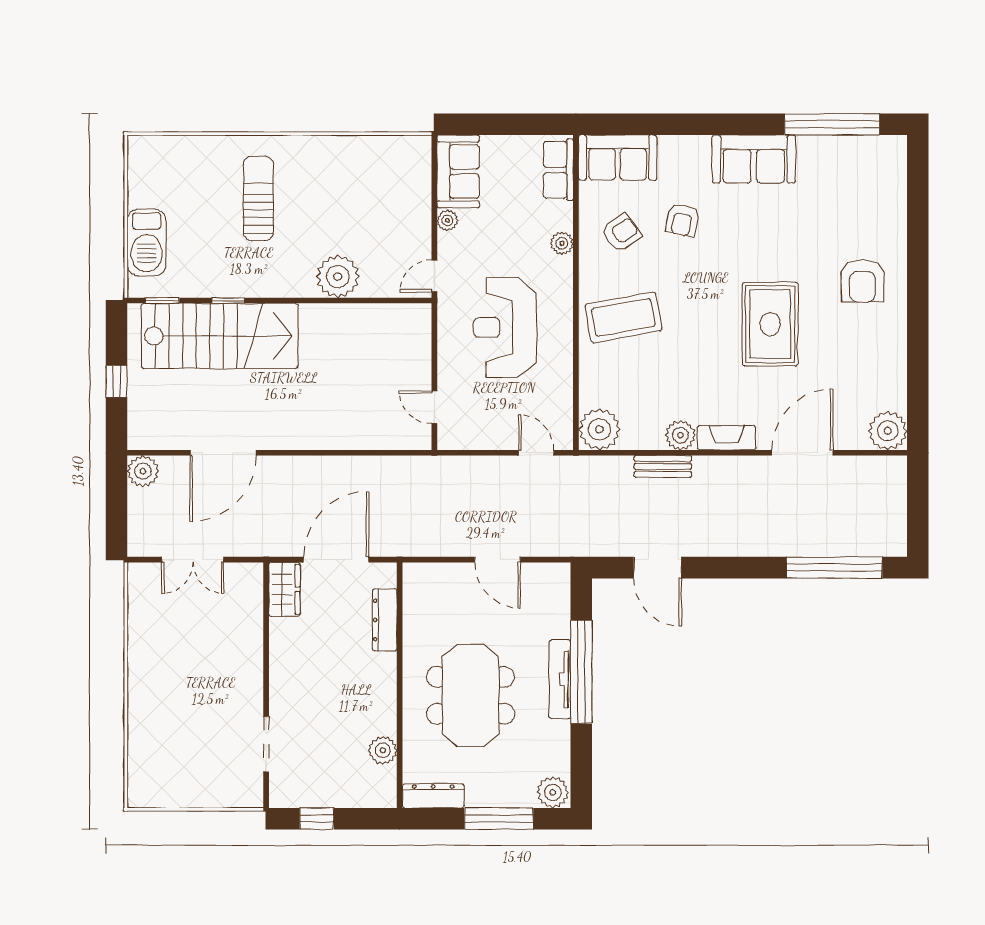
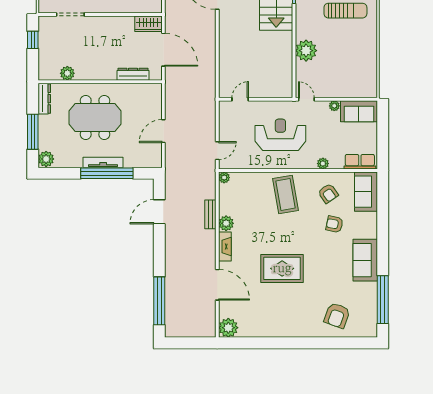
armchair: (863, 281) -> (337, 315), moved, turned -70
plant: (599, 429) -> (224, 178), width x0.53, depth x0.53

